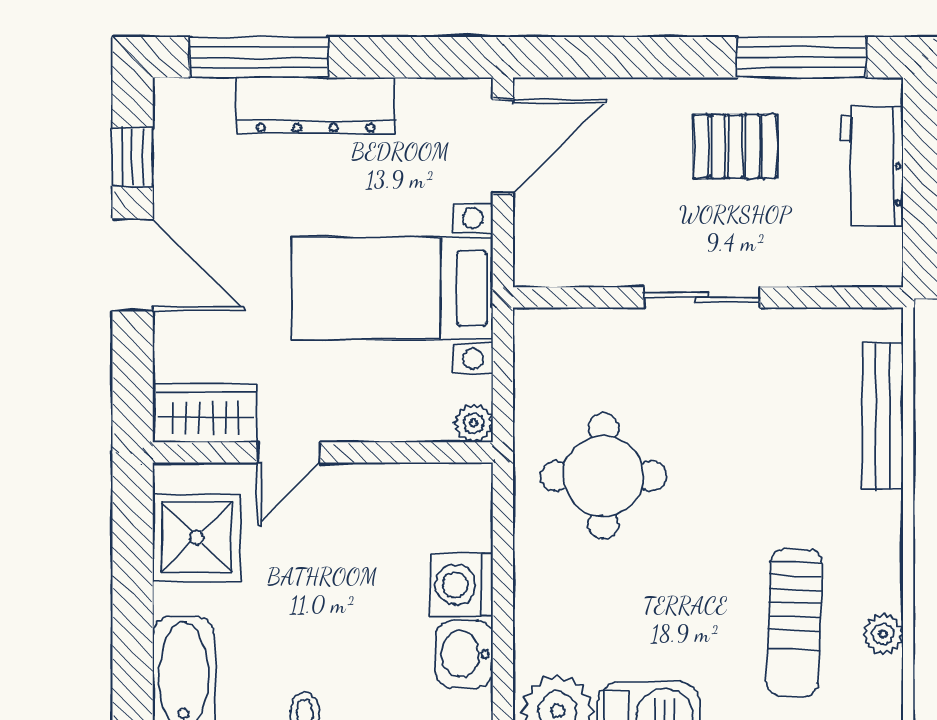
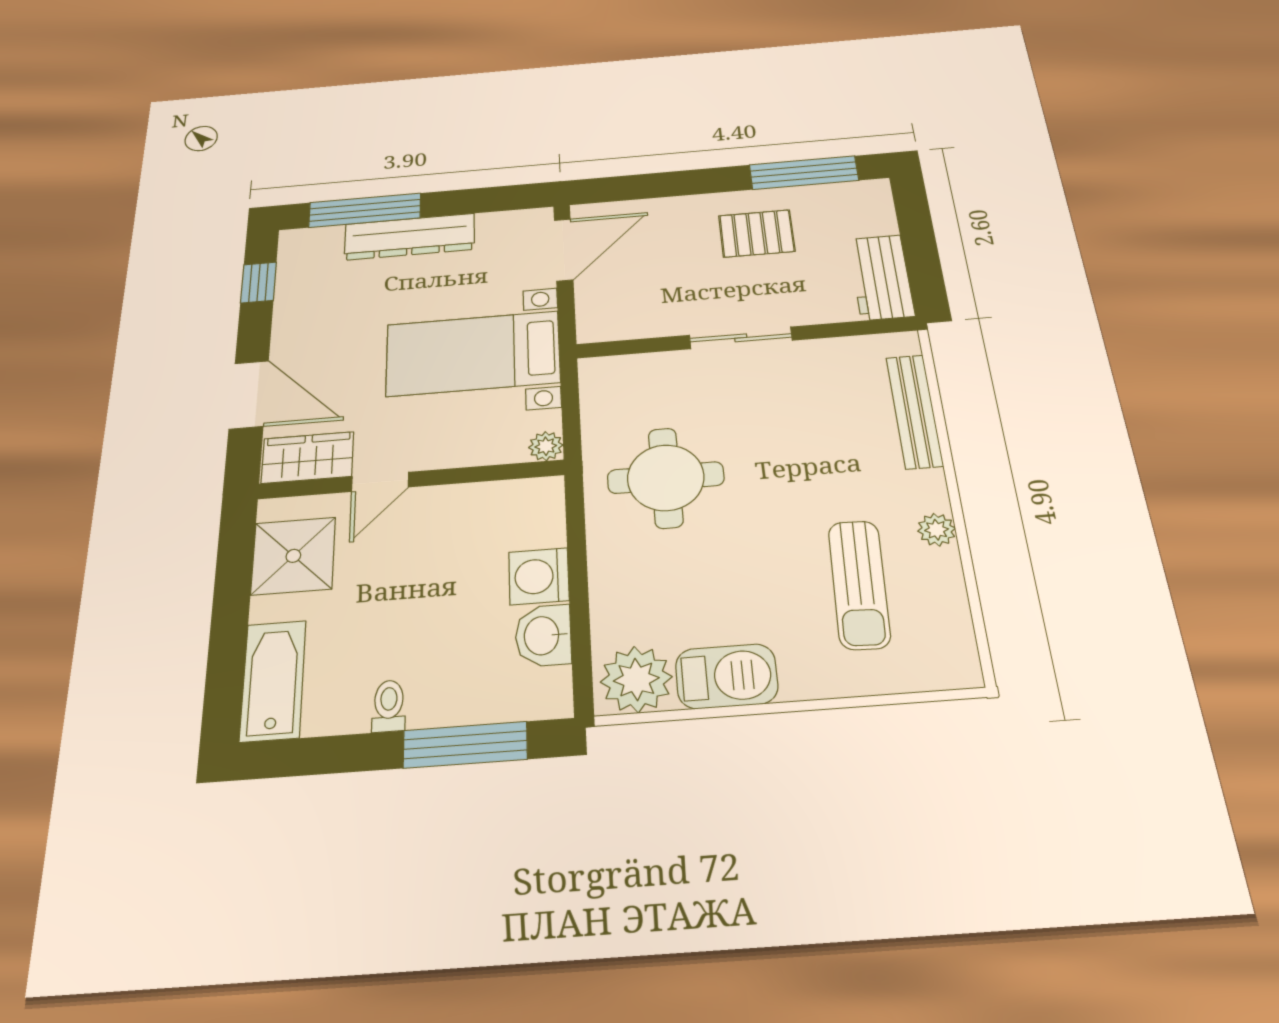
workbench: (872, 167) -> (881, 277), moved
door: (133, 265) -> (249, 395), moved
plant: (883, 634) -> (937, 530), moved

